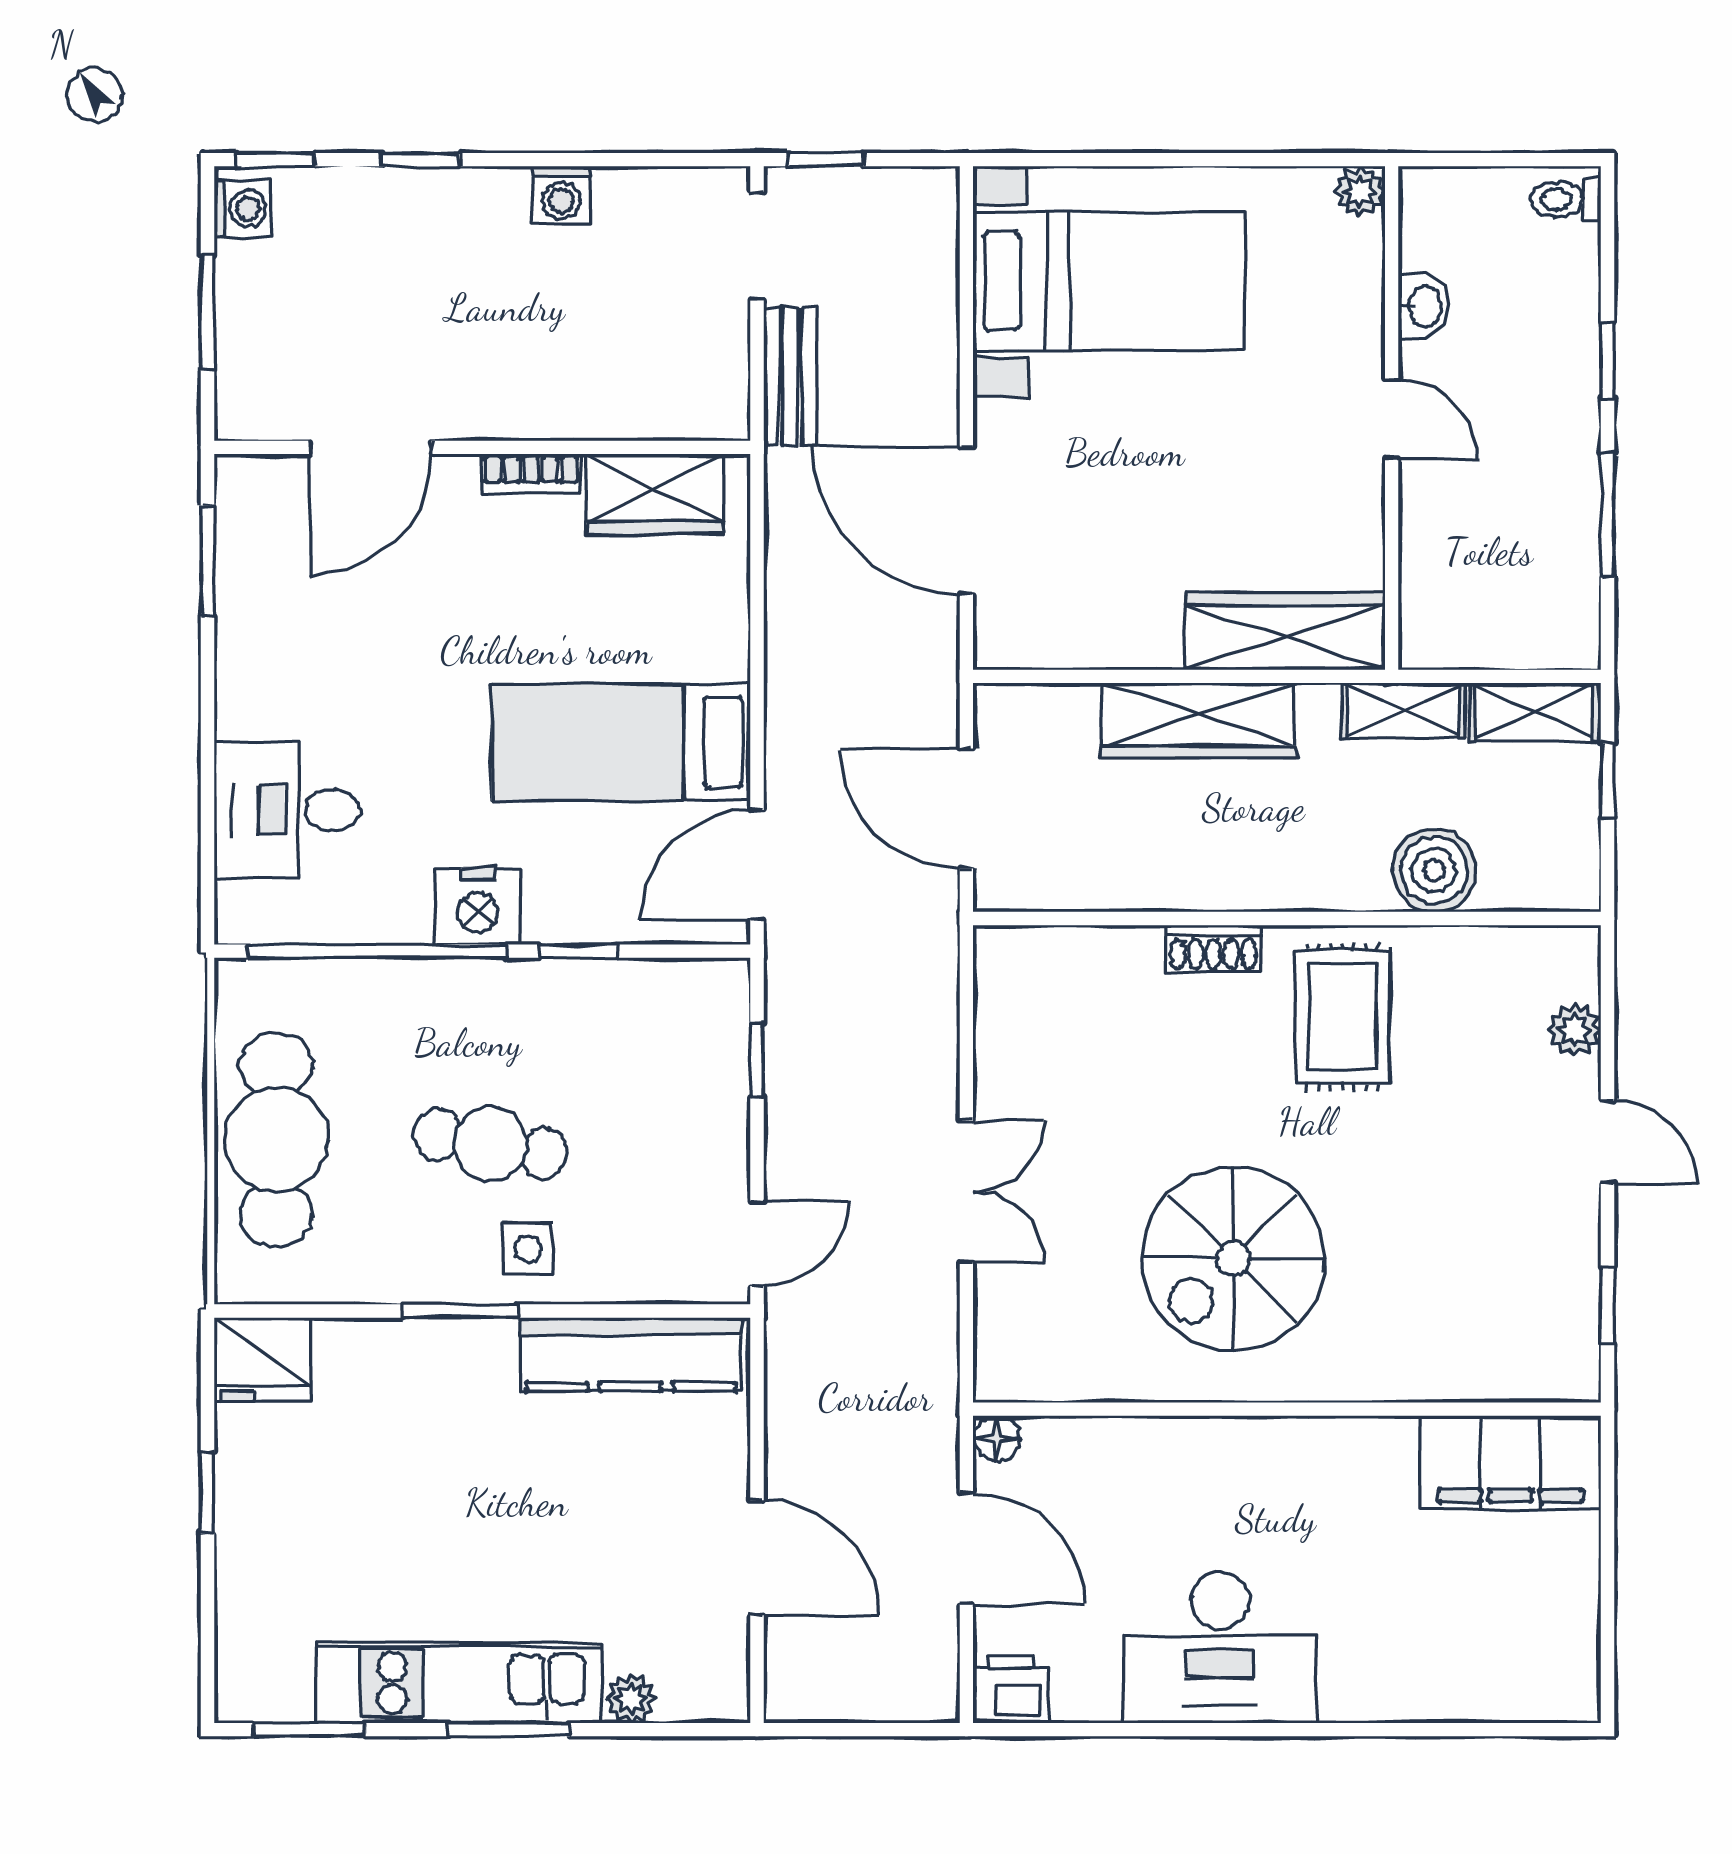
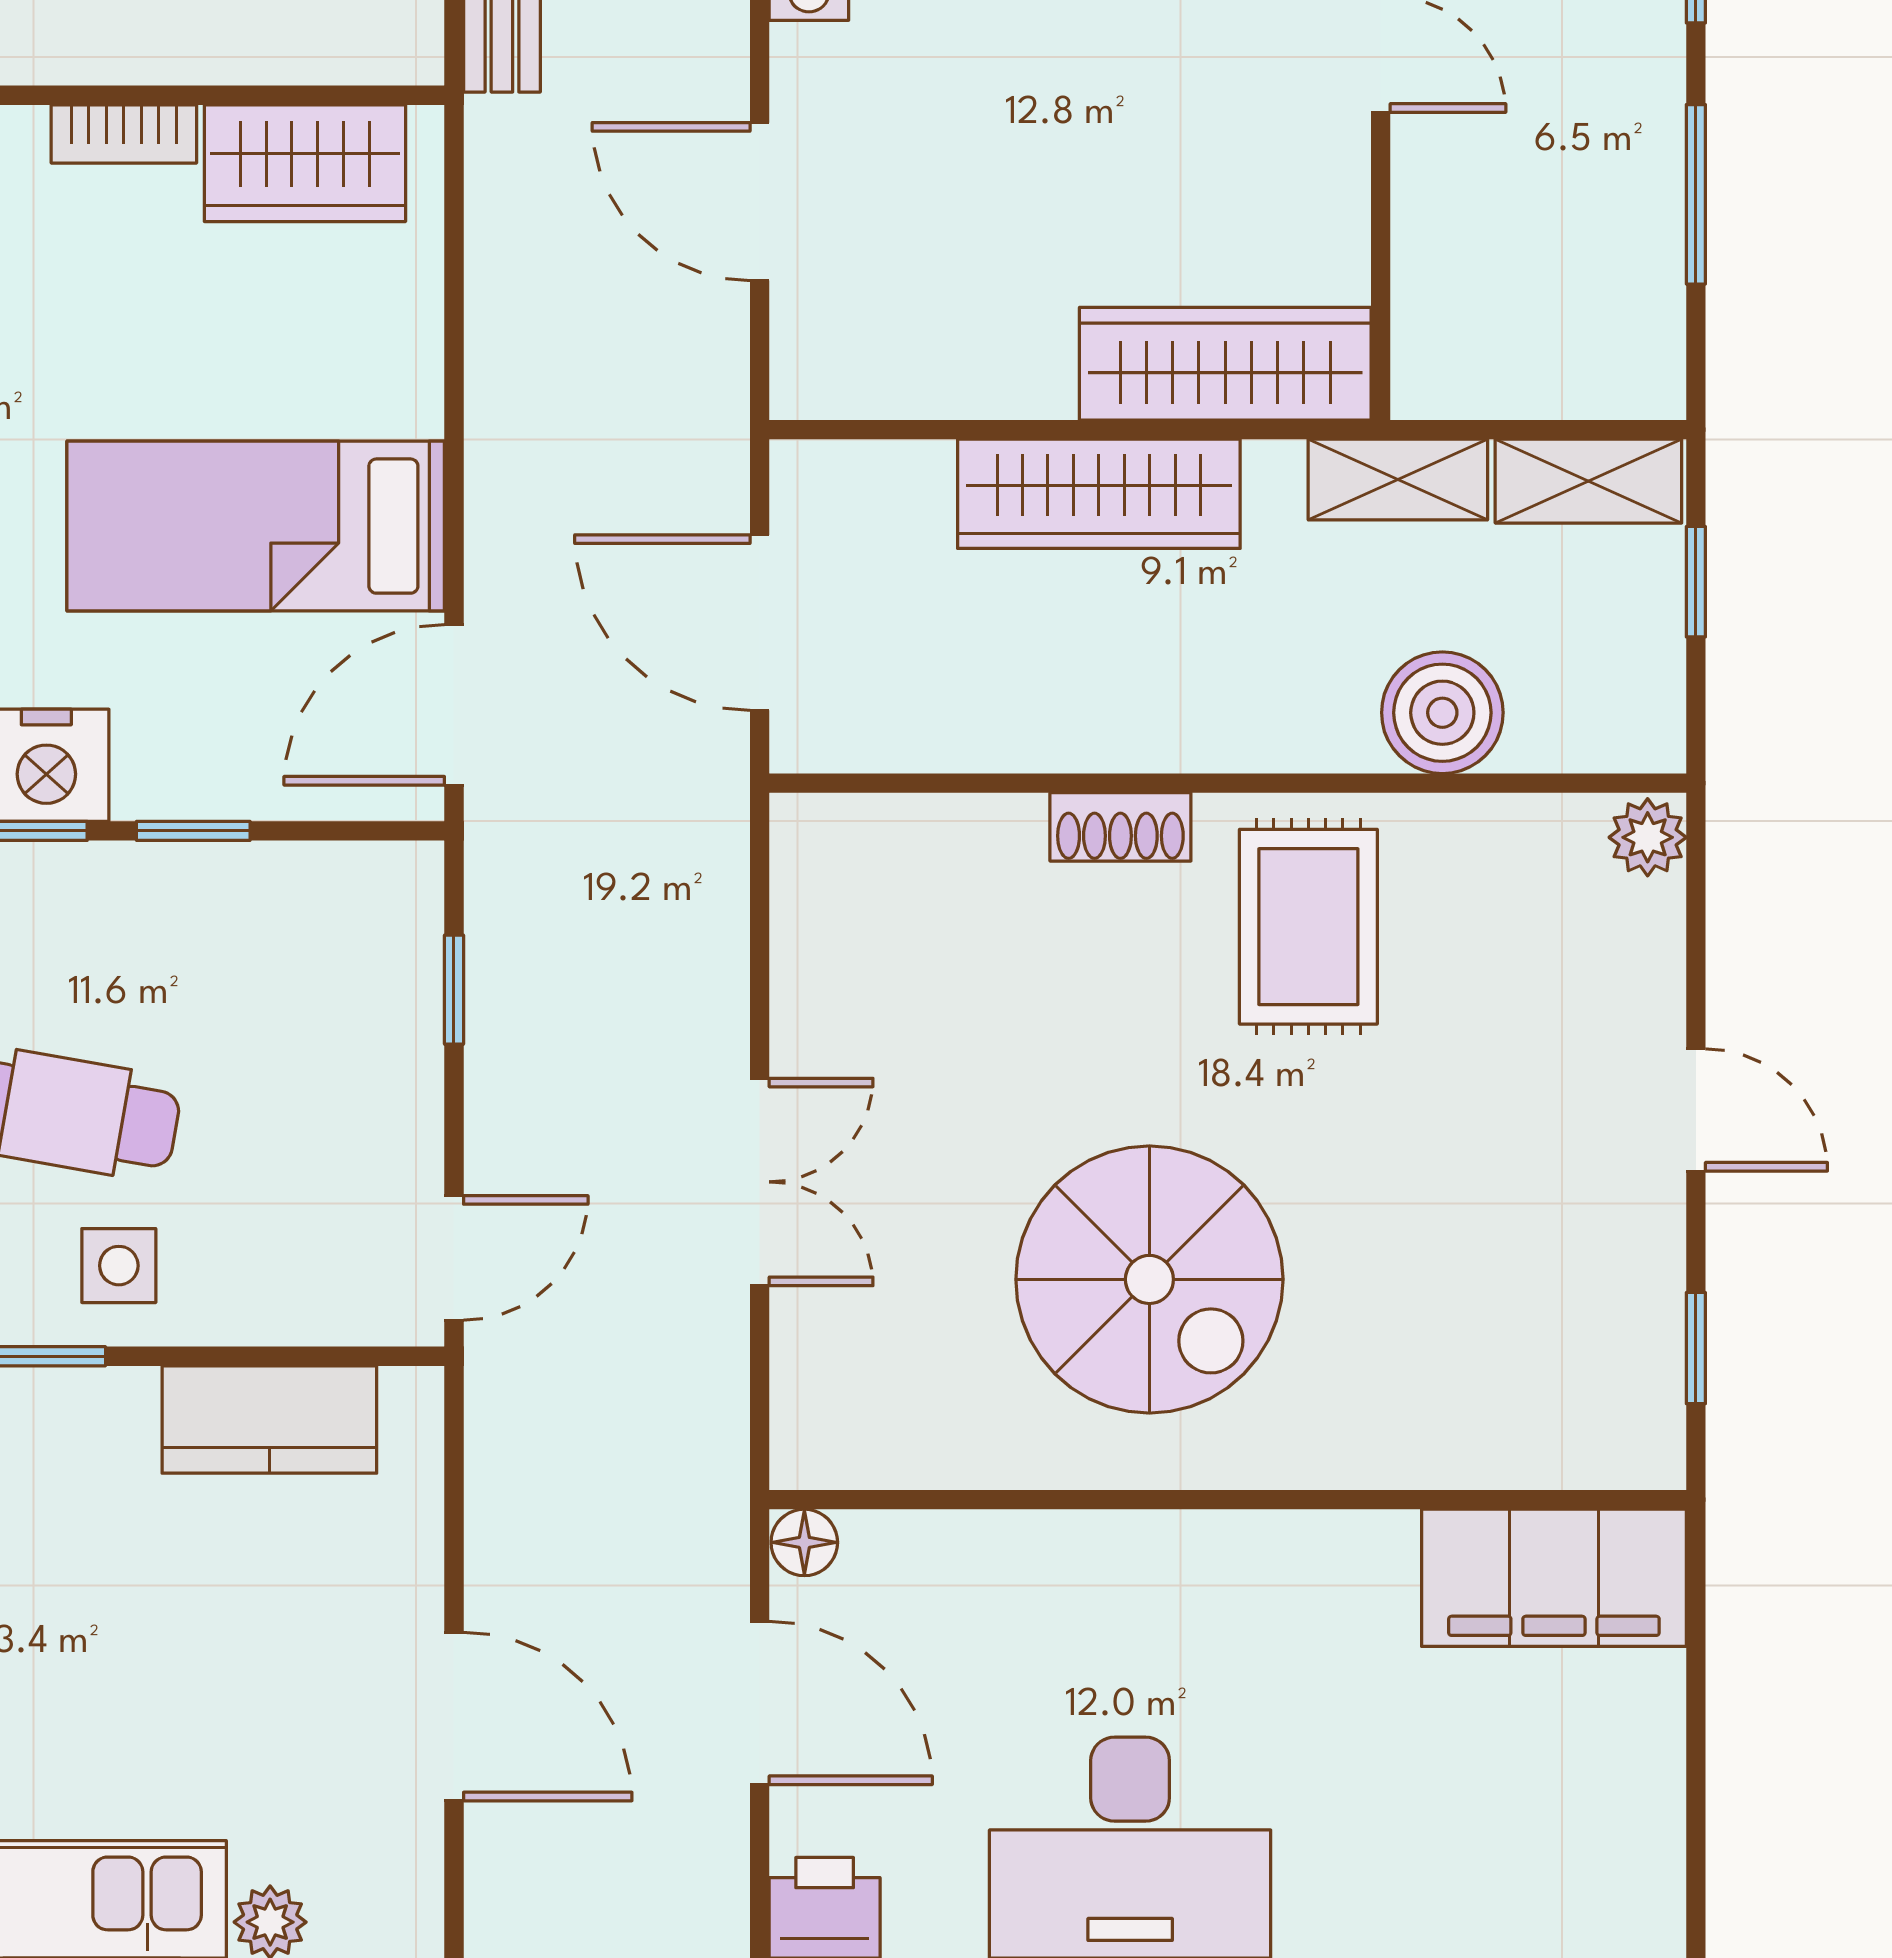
door: (966, 520) -> (760, 202), width x0.73
plant: (1574, 1030) -> (1648, 837), moved
spiral stairs: (1233, 1258) -> (1149, 1279), turned -90
kitchen counter: (631, 1354) -> (269, 1420), width x0.67

